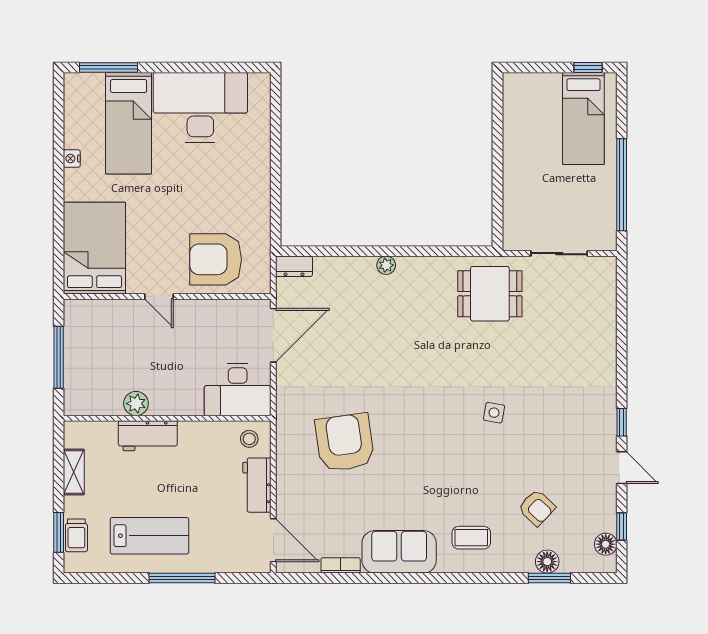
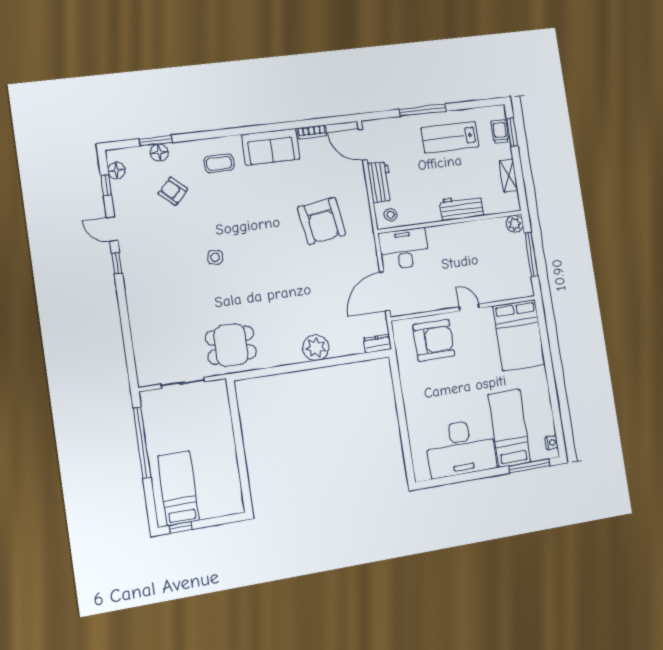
nightstand: (72, 158) -> (551, 442), moved
plant: (386, 265) -> (316, 348), width x1.87, depth x1.87
plant: (136, 404) -> (515, 224), moved

